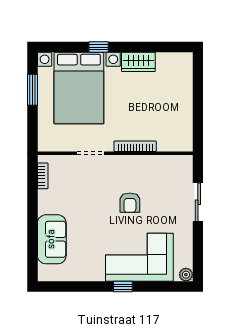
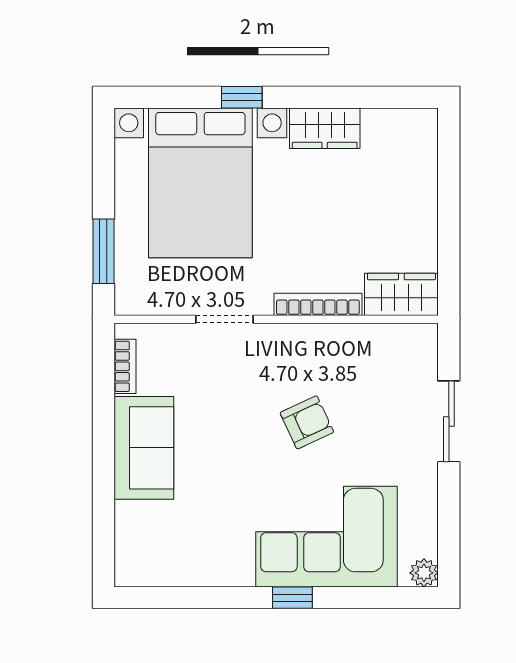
window: (33, 90) -> (103, 251), moved
wardrobe: (175, 141) -> (401, 294), added
armchair: (130, 203) -> (307, 422), turned -115
sofa: (52, 239) -> (144, 448), moved

